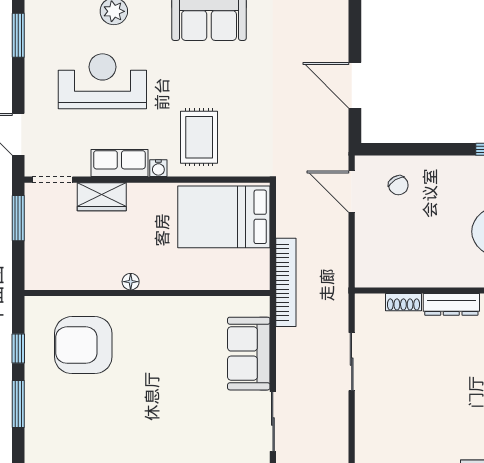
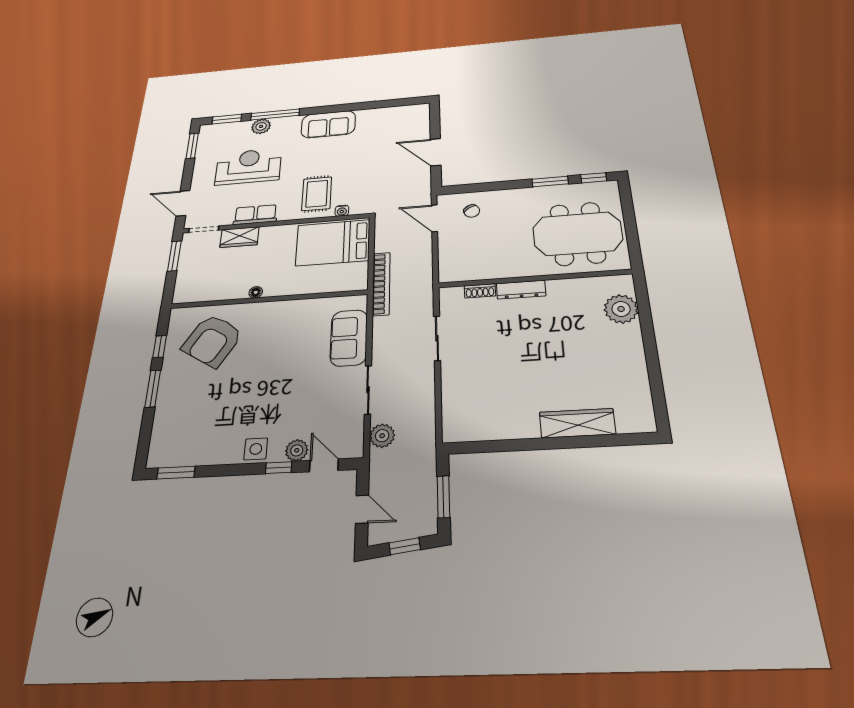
water cooler: (158, 168) -> (342, 211), moved
armchair: (83, 345) -> (212, 340), turned -58

